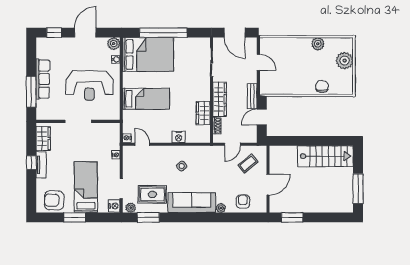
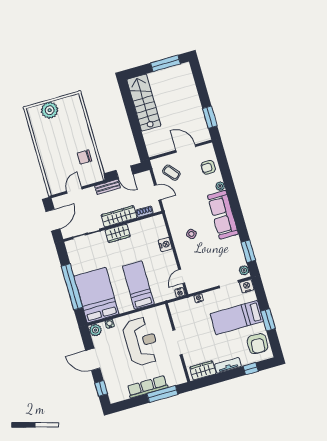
plant: (318, 44) -> (41, 140), removed
chair: (322, 86) -> (84, 157), moved
wardrobe: (203, 113) -> (118, 233), moved
window: (31, 163) -> (251, 369), moved
rug: (152, 194) -> (226, 254), removed

